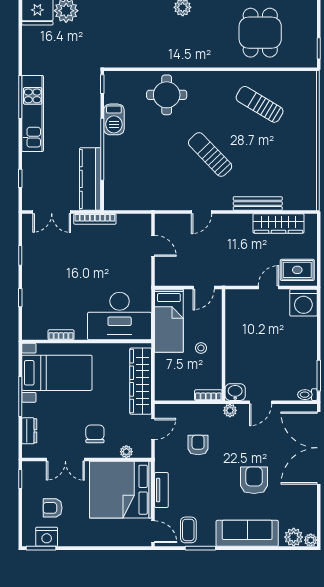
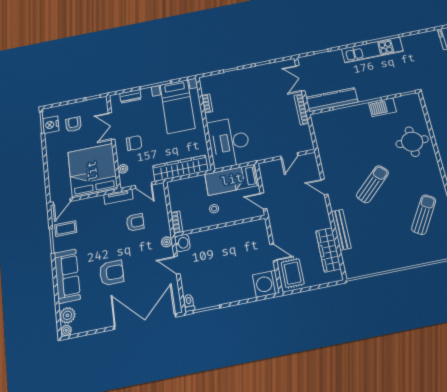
tv unit: (161, 490) -> (118, 197), moved

